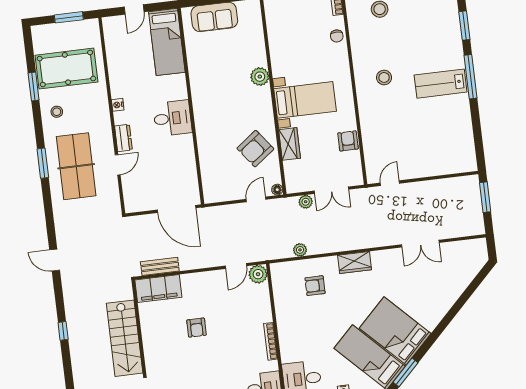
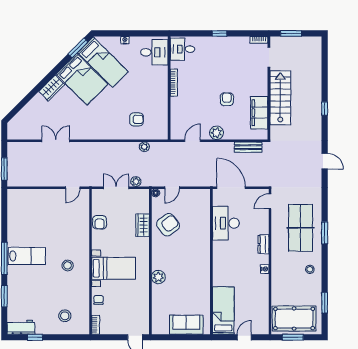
pool table: (66, 69) -> (294, 319), moved
window: (34, 87) -> (325, 303), moved
bed with nightstands: (305, 100) -> (114, 268), moved, turned 180
desk: (172, 118) -> (226, 223), moved, width x1.37
door: (118, 165) -> (270, 201), moved
wardrobe: (355, 263) -> (52, 88), moved, turned 135
plant: (258, 274) -> (217, 133), moved
filing cabinet: (158, 289) -> (259, 113), moved, turned -90

